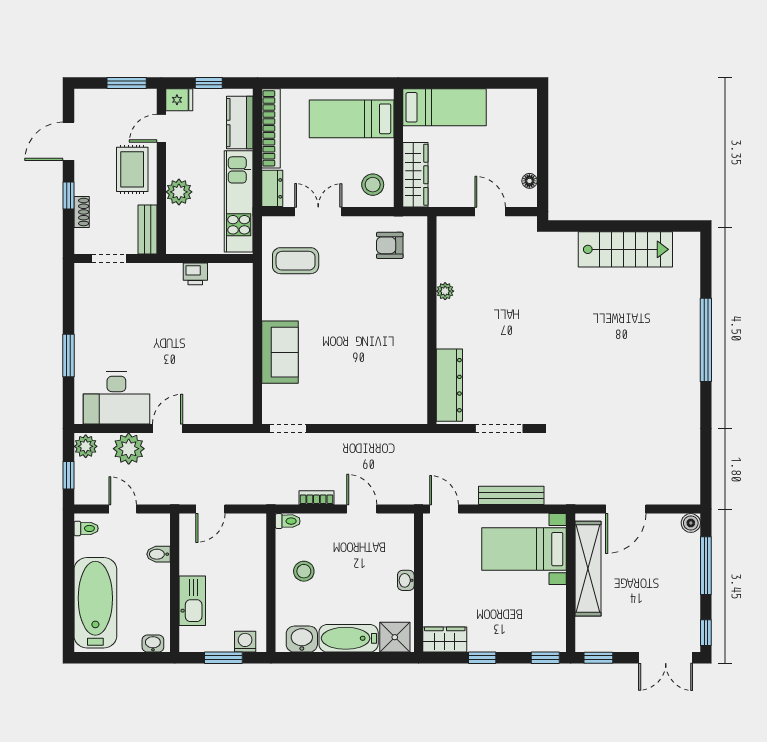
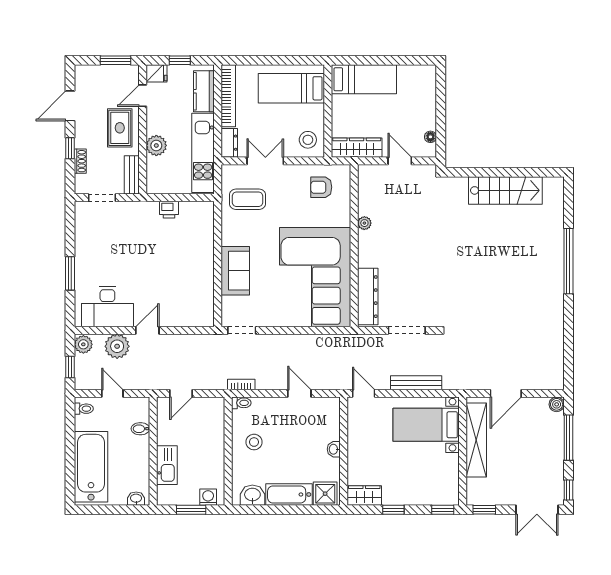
wardrobe: (415, 175) -> (357, 148), moved, turned -90
corner sofa: (382, 360) -> (315, 277), added
bookcase: (316, 498) -> (241, 384), moved

